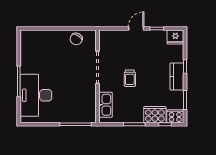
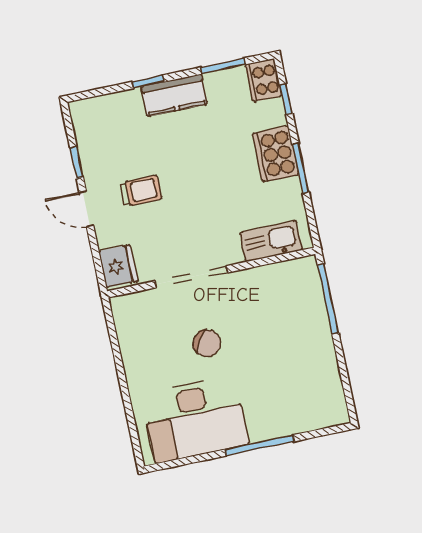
fridge: (175, 37) -> (118, 266), moved
chair: (76, 39) -> (207, 343), moved
trolley: (130, 78) -> (141, 191), moved
desk: (36, 95) -> (195, 419), moved
cooker: (155, 115) -> (275, 154), moved

